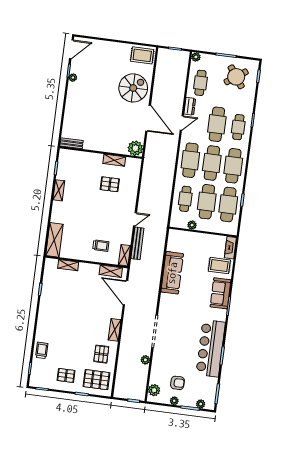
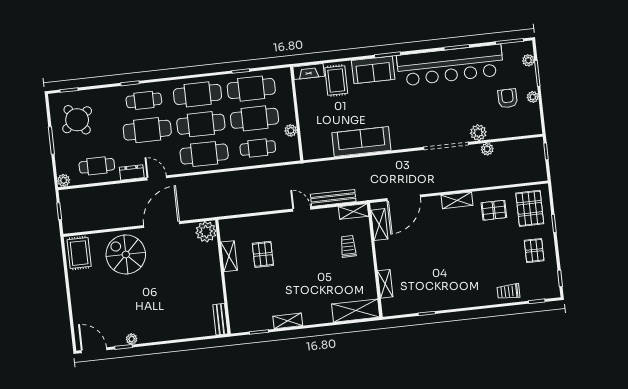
bar counter: (211, 348) -> (450, 65), width x1.36
plant: (154, 390) -> (478, 133), moved

